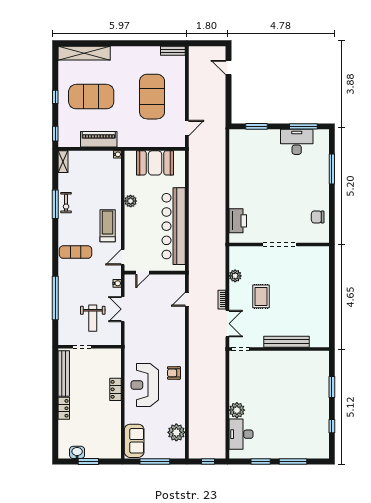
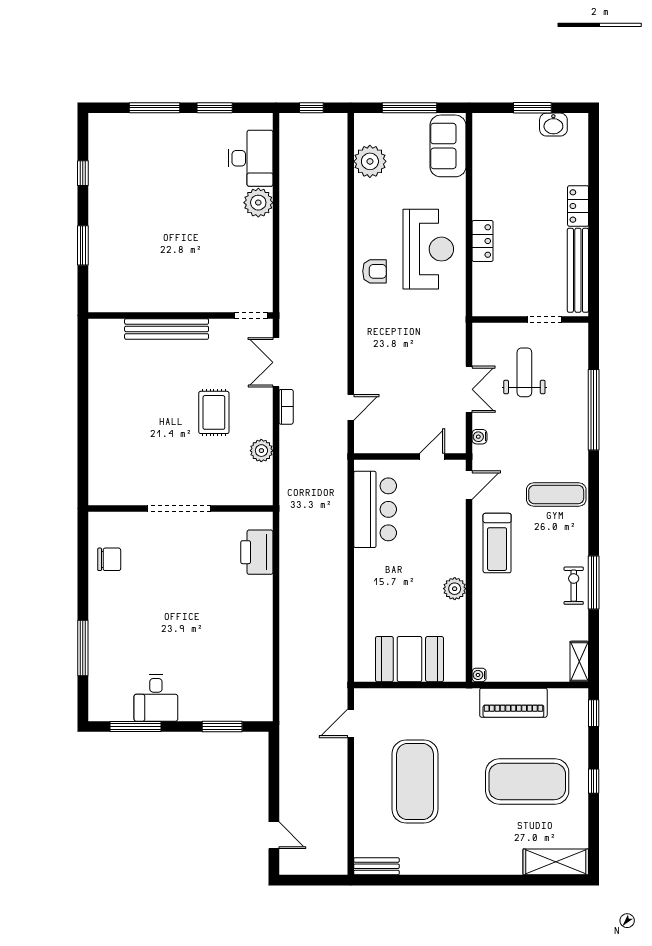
shelving: (84, 53) -> (556, 862), width x0.68
desk: (297, 142) -> (156, 698), width x0.73
bar counter: (174, 226) -> (375, 509), width x0.54

